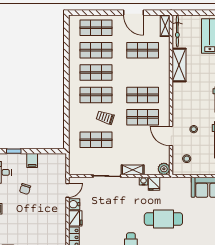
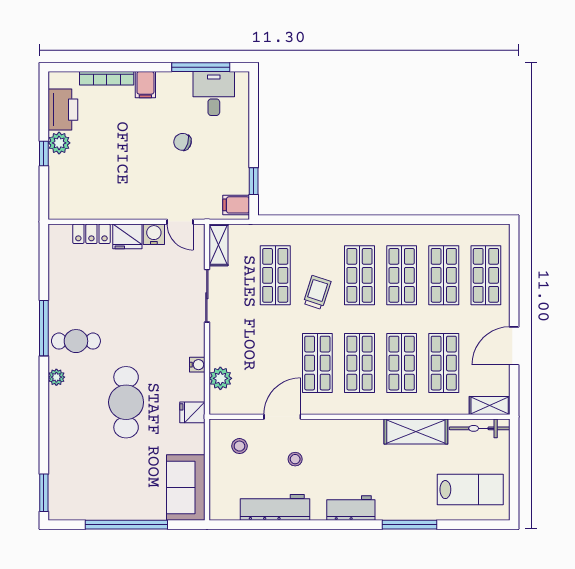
shop shelf: (143, 73) -> (402, 363), added
window: (14, 151) -> (254, 181), moved
filing cabinet: (32, 161) -> (236, 205), moved
plant: (164, 169) -> (220, 378), moved
shelving: (133, 170) -> (219, 245), moved
fridge: (154, 184) -> (192, 412), moved

